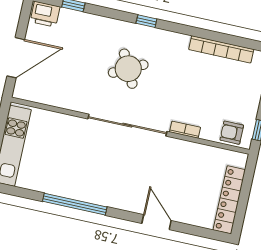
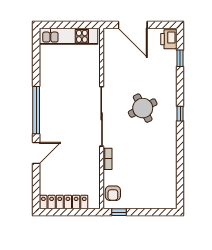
bookcase: (221, 49) -> (171, 172), removed
armchair: (232, 133) -> (113, 193), turned 180
window: (75, 204) -> (36, 110), moved

